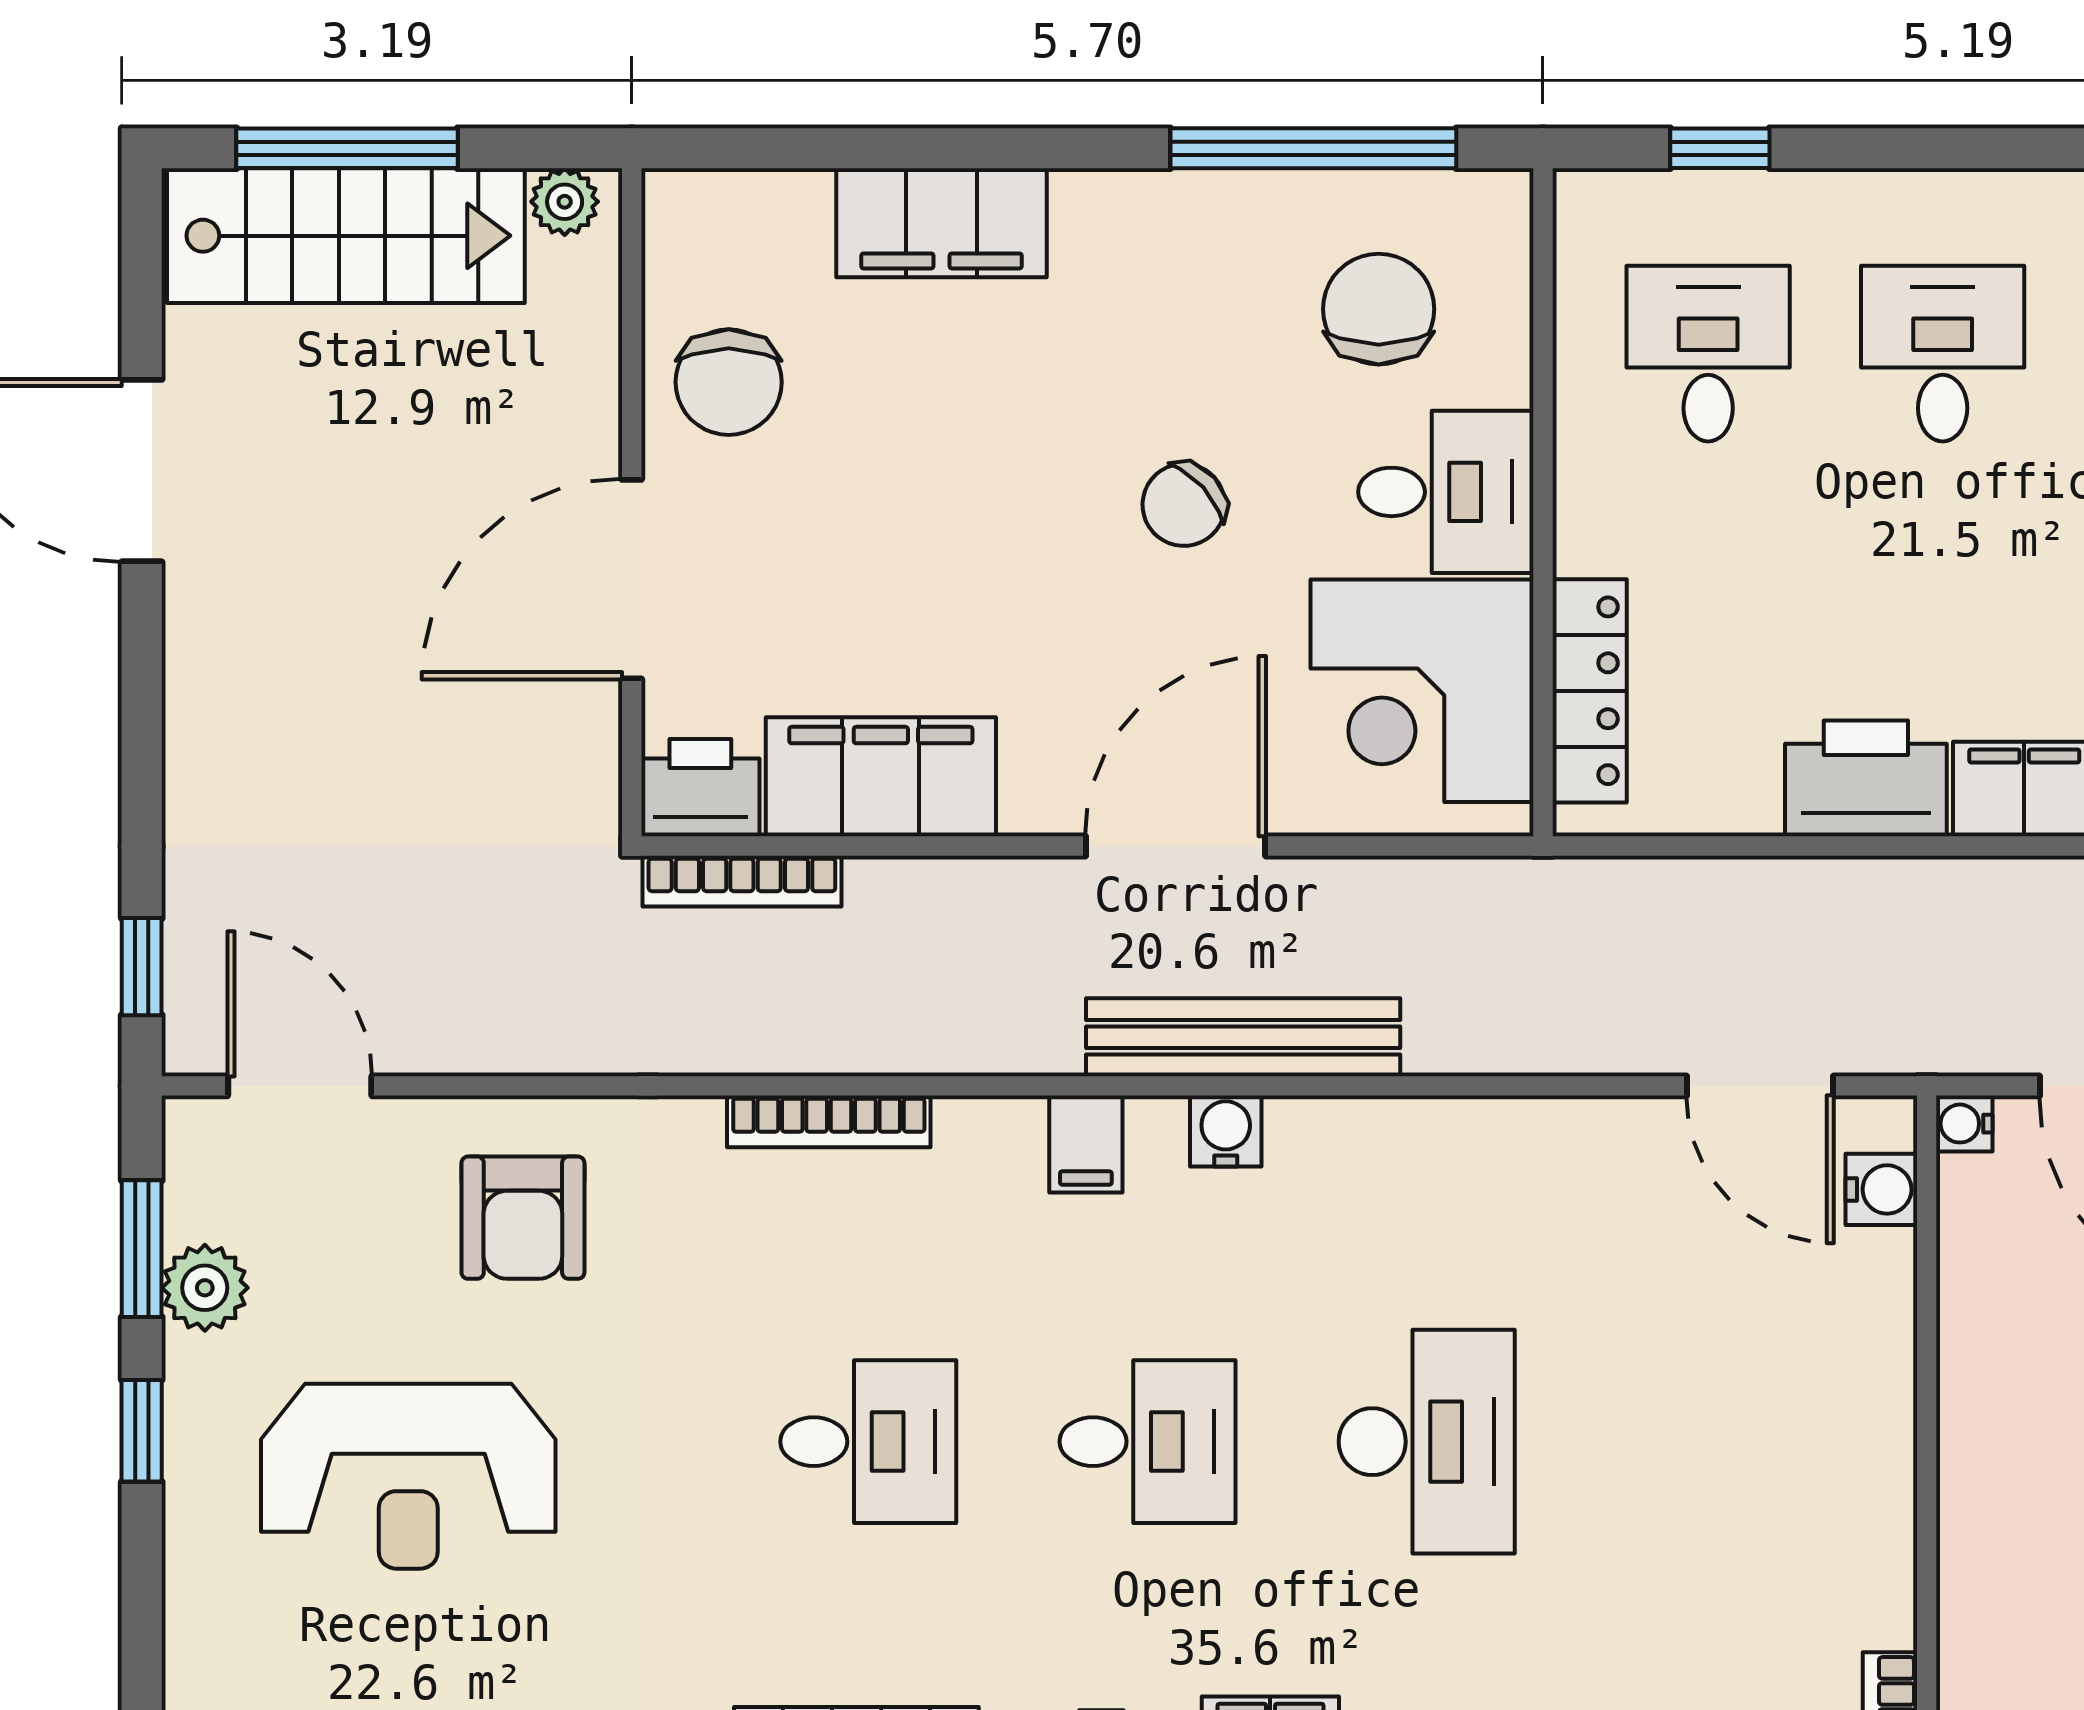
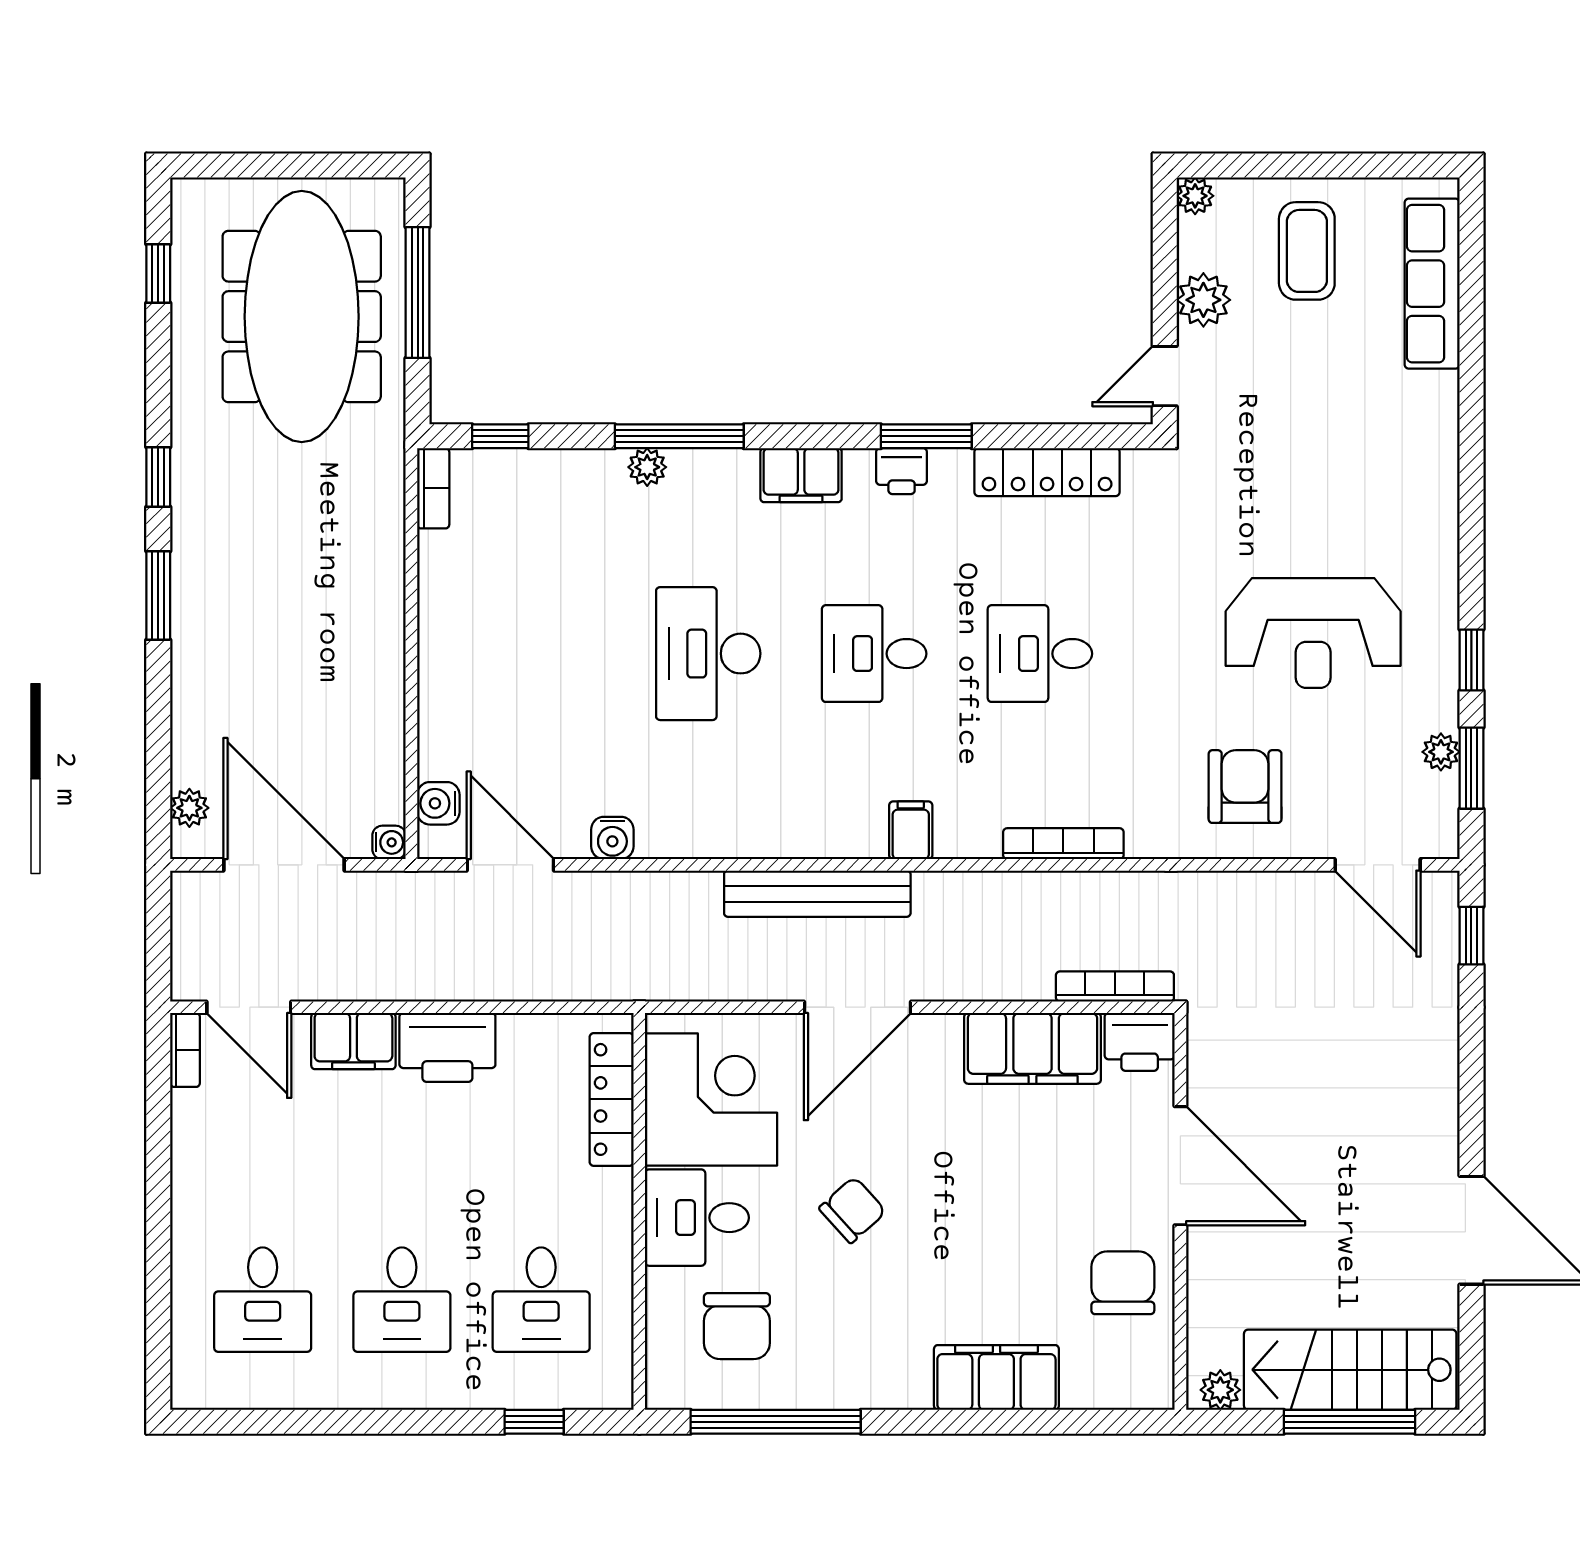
door: (632, 579) -> (1180, 1166), hinge flipped
water cooler: (1226, 1131) -> (612, 838), moved
plant: (205, 1288) -> (1441, 752), width x0.73, depth x0.73
reception desk: (408, 1476) -> (1313, 633), turned 180

